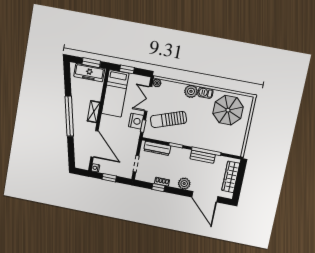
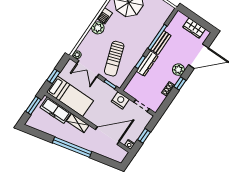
freezer: (89, 73) -> (56, 110), moved, turned 90
nightstand: (136, 121) -> (120, 100), moved
dresser: (157, 148) -> (147, 64), moved
wardrobe: (231, 177) -> (194, 28), width x0.67
window: (158, 188) -> (180, 83), moved

